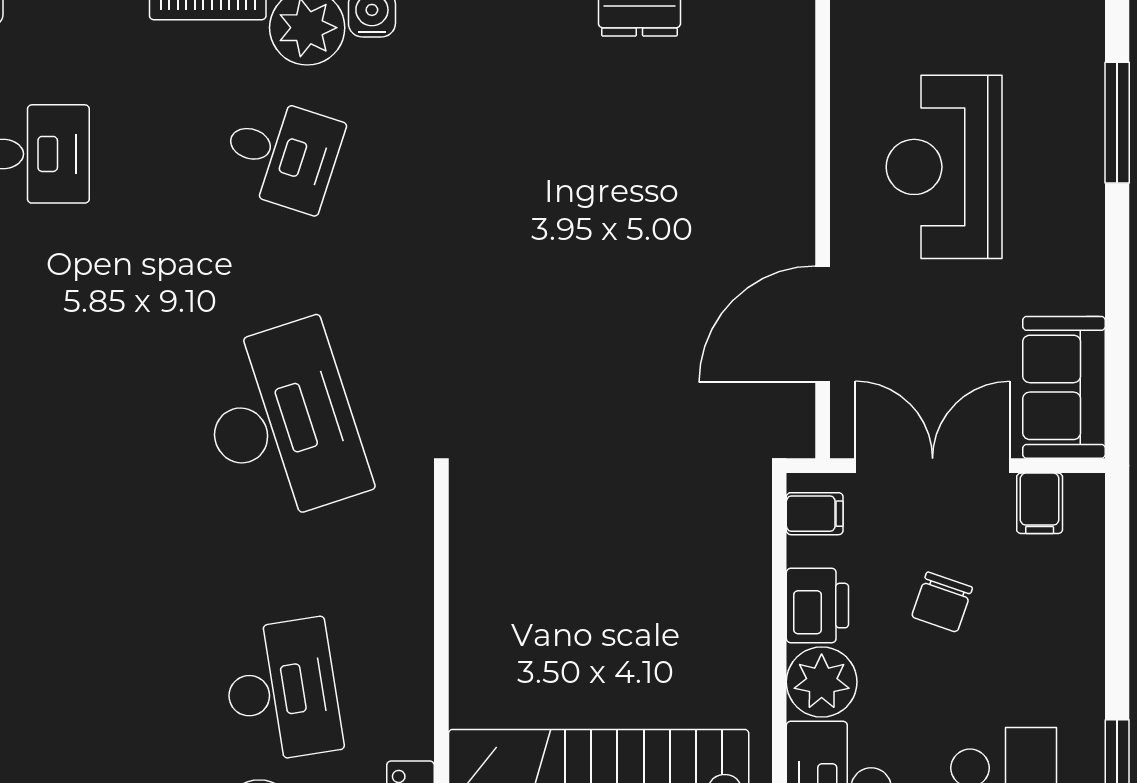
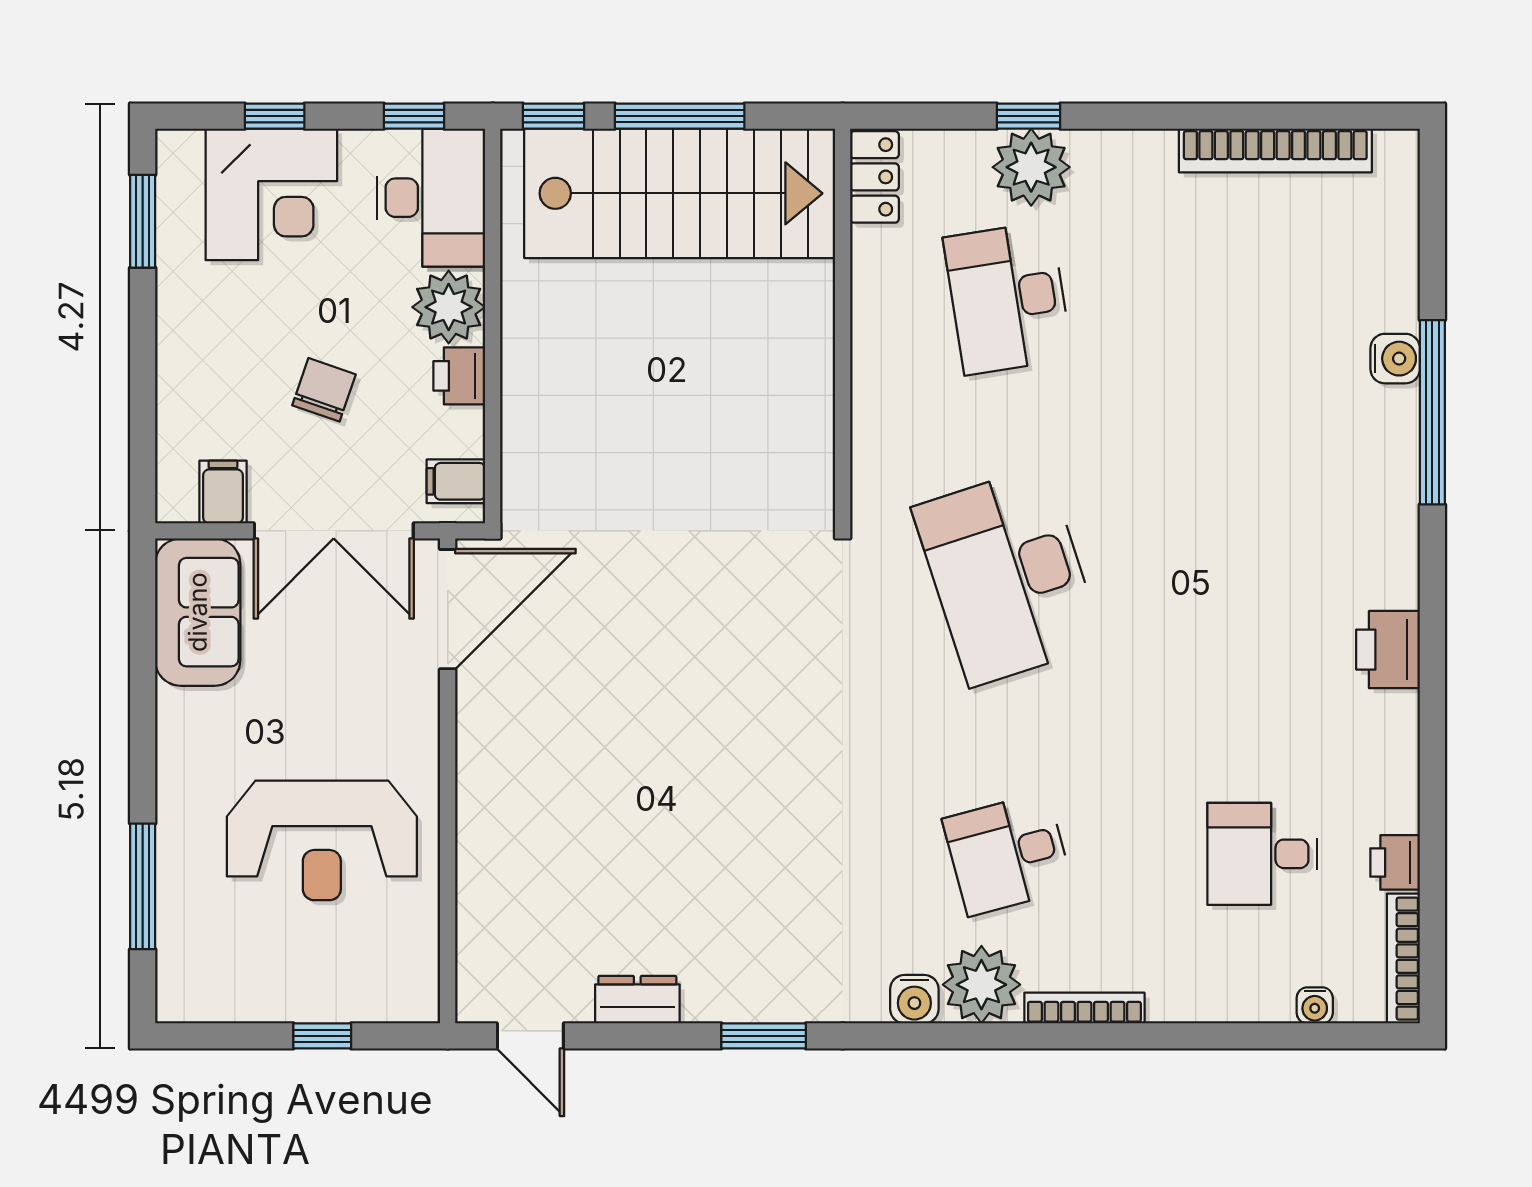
desk: (282, 154) -> (1008, 854), turned -33
reception desk: (944, 167) -> (322, 840), turned 90
door: (823, 324) -> (448, 609), moved
printer: (817, 606) -> (459, 376), width x0.73, depth x0.81

